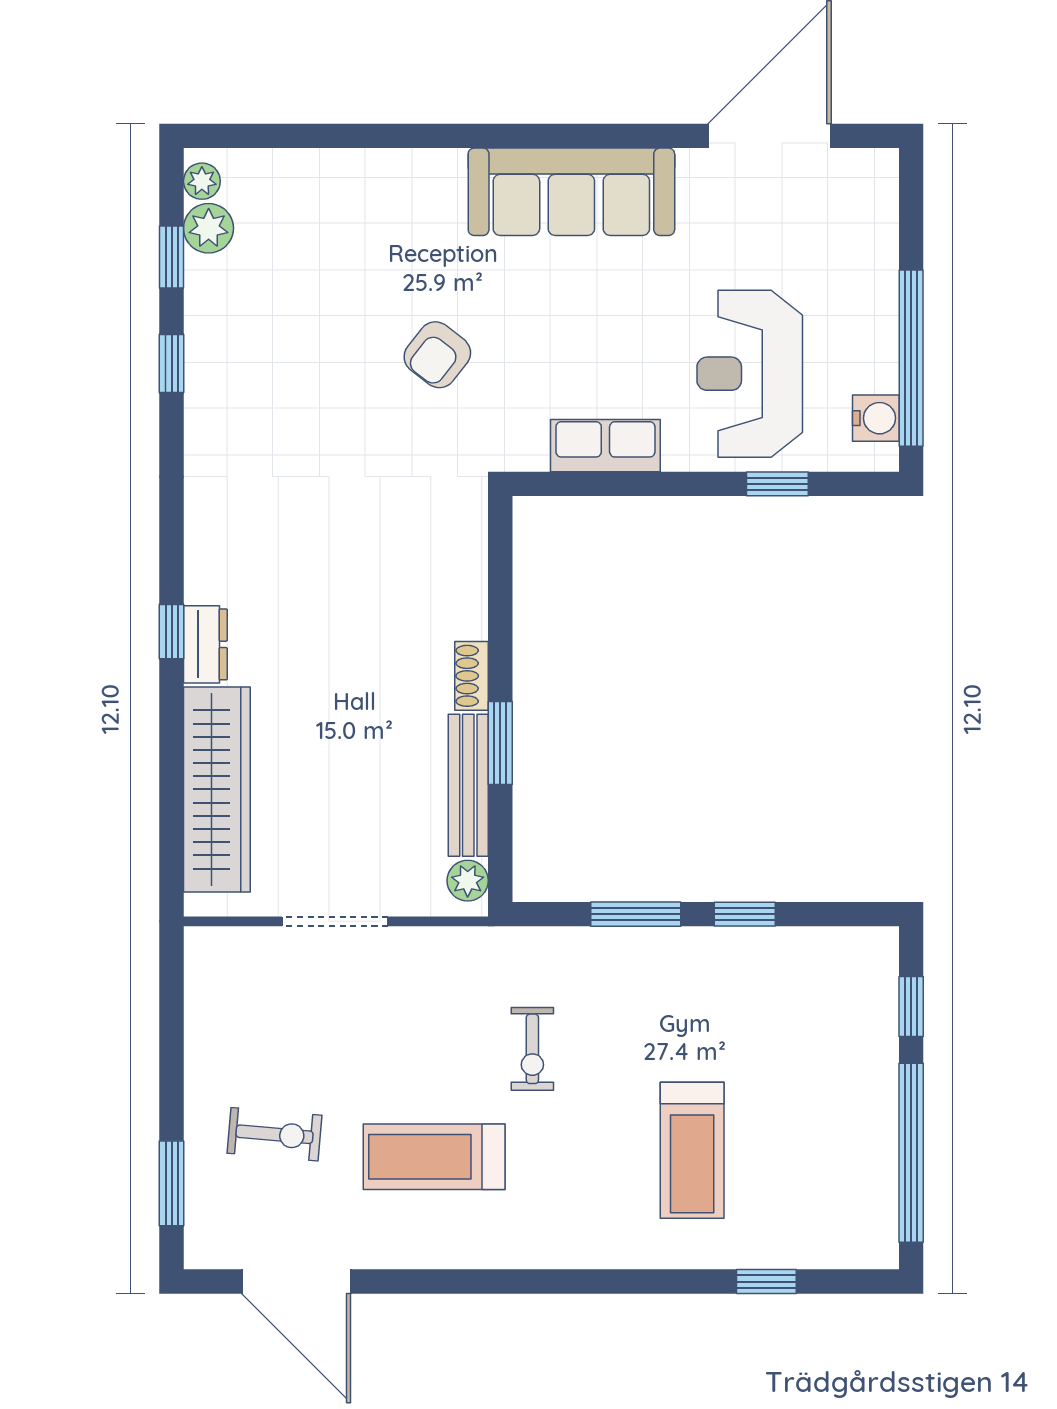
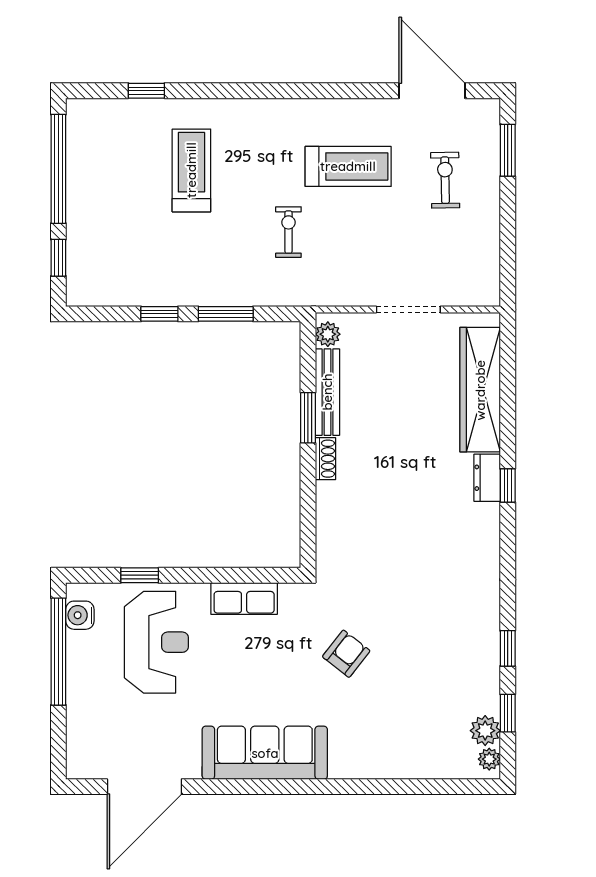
exercise bike: (275, 1134) -> (445, 180), turned 84

